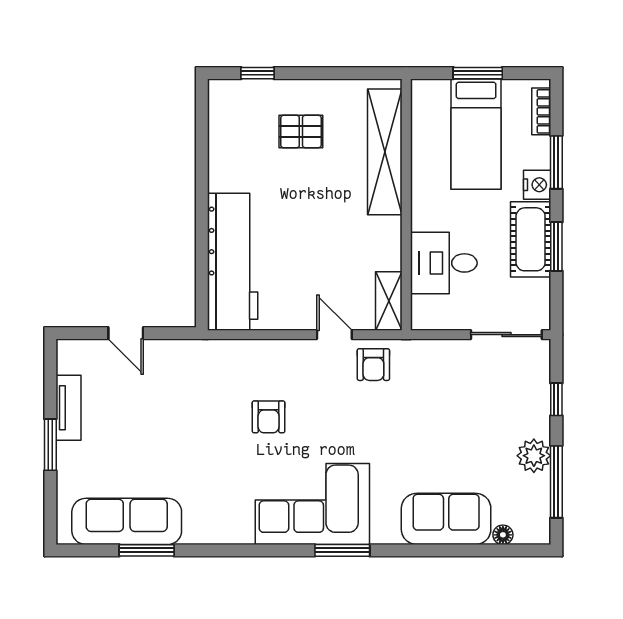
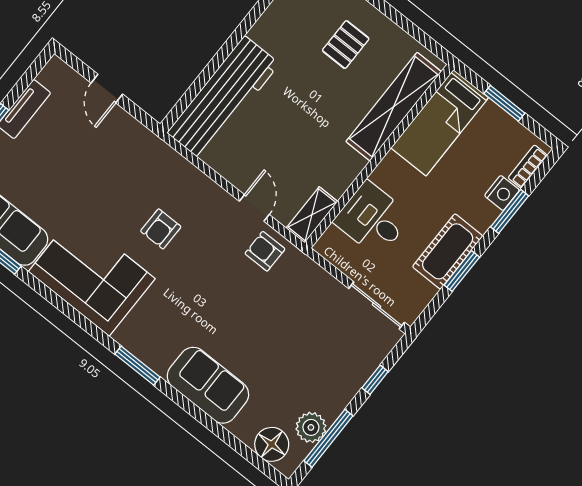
pallet: (301, 132) -> (346, 45), turned 90
bed: (476, 134) -> (440, 123), moved
nightstand: (537, 185) -> (502, 193), moved
armchair: (373, 365) -> (265, 251), turned 90
plant: (534, 456) -> (311, 427), moved
corner sofa: (312, 504) -> (92, 275), moved
sofa: (446, 519) -> (208, 385), moved
floor lamp: (503, 535) -> (272, 444), width x1.89, depth x1.89

